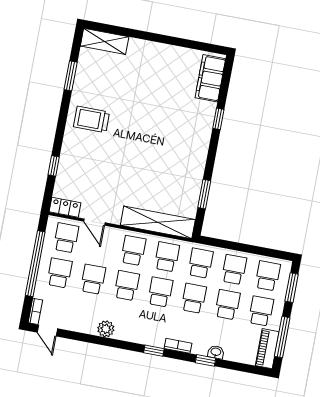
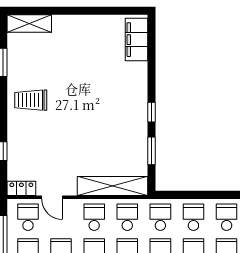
window: (218, 119) -> (151, 112), moved

